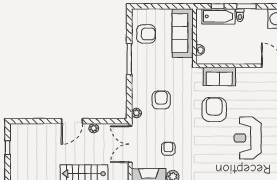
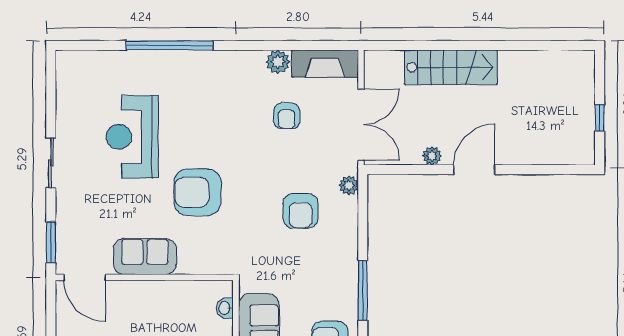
sofa: (219, 76) -> (145, 257), moved
armchair: (214, 109) -> (197, 192), turned 90
reception desk: (248, 138) -> (132, 137), turned 180

